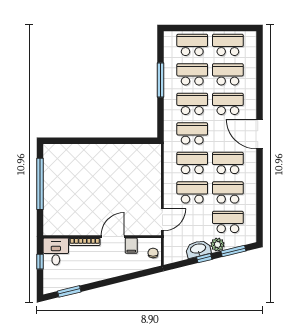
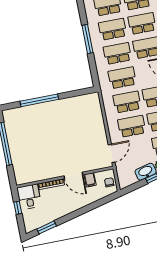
window: (90, 141) -> (39, 100), added
door: (113, 237) -> (73, 175), swing flipped

